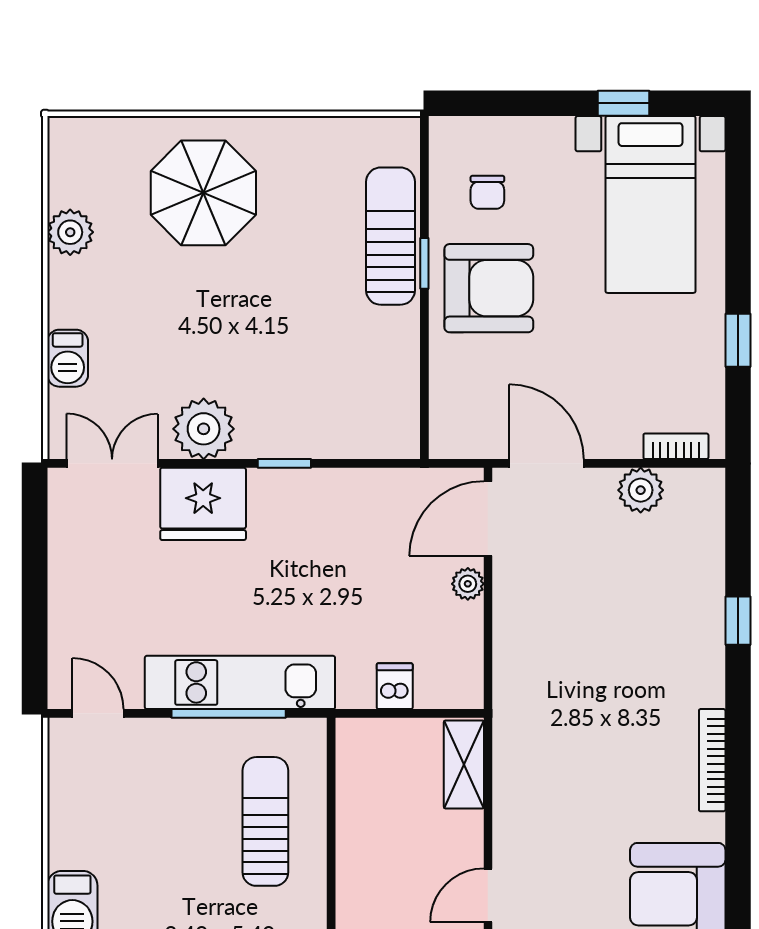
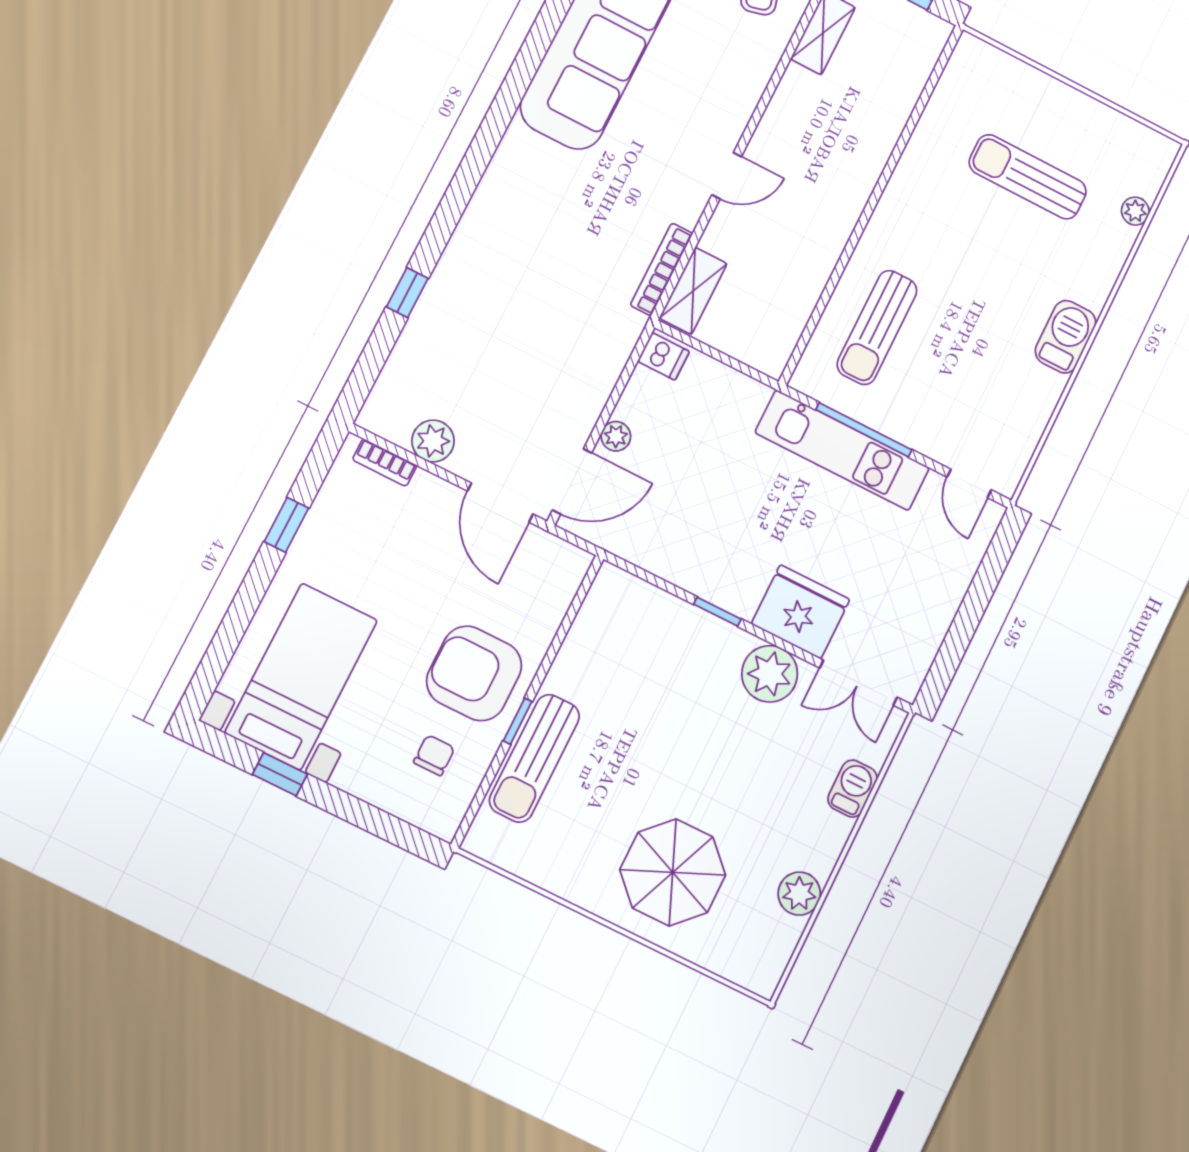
dishwasher: (395, 686) -> (663, 356), moved, turned -90
bookcase: (712, 760) -> (661, 269), moved, turned 180

